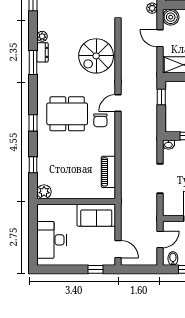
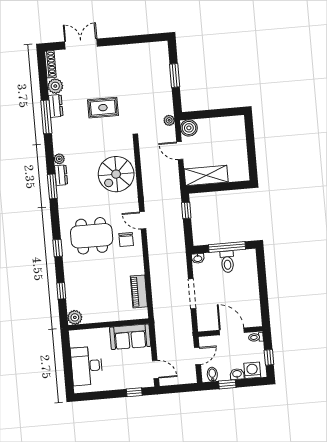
door: (118, 103) -> (143, 220), hinge flipped

